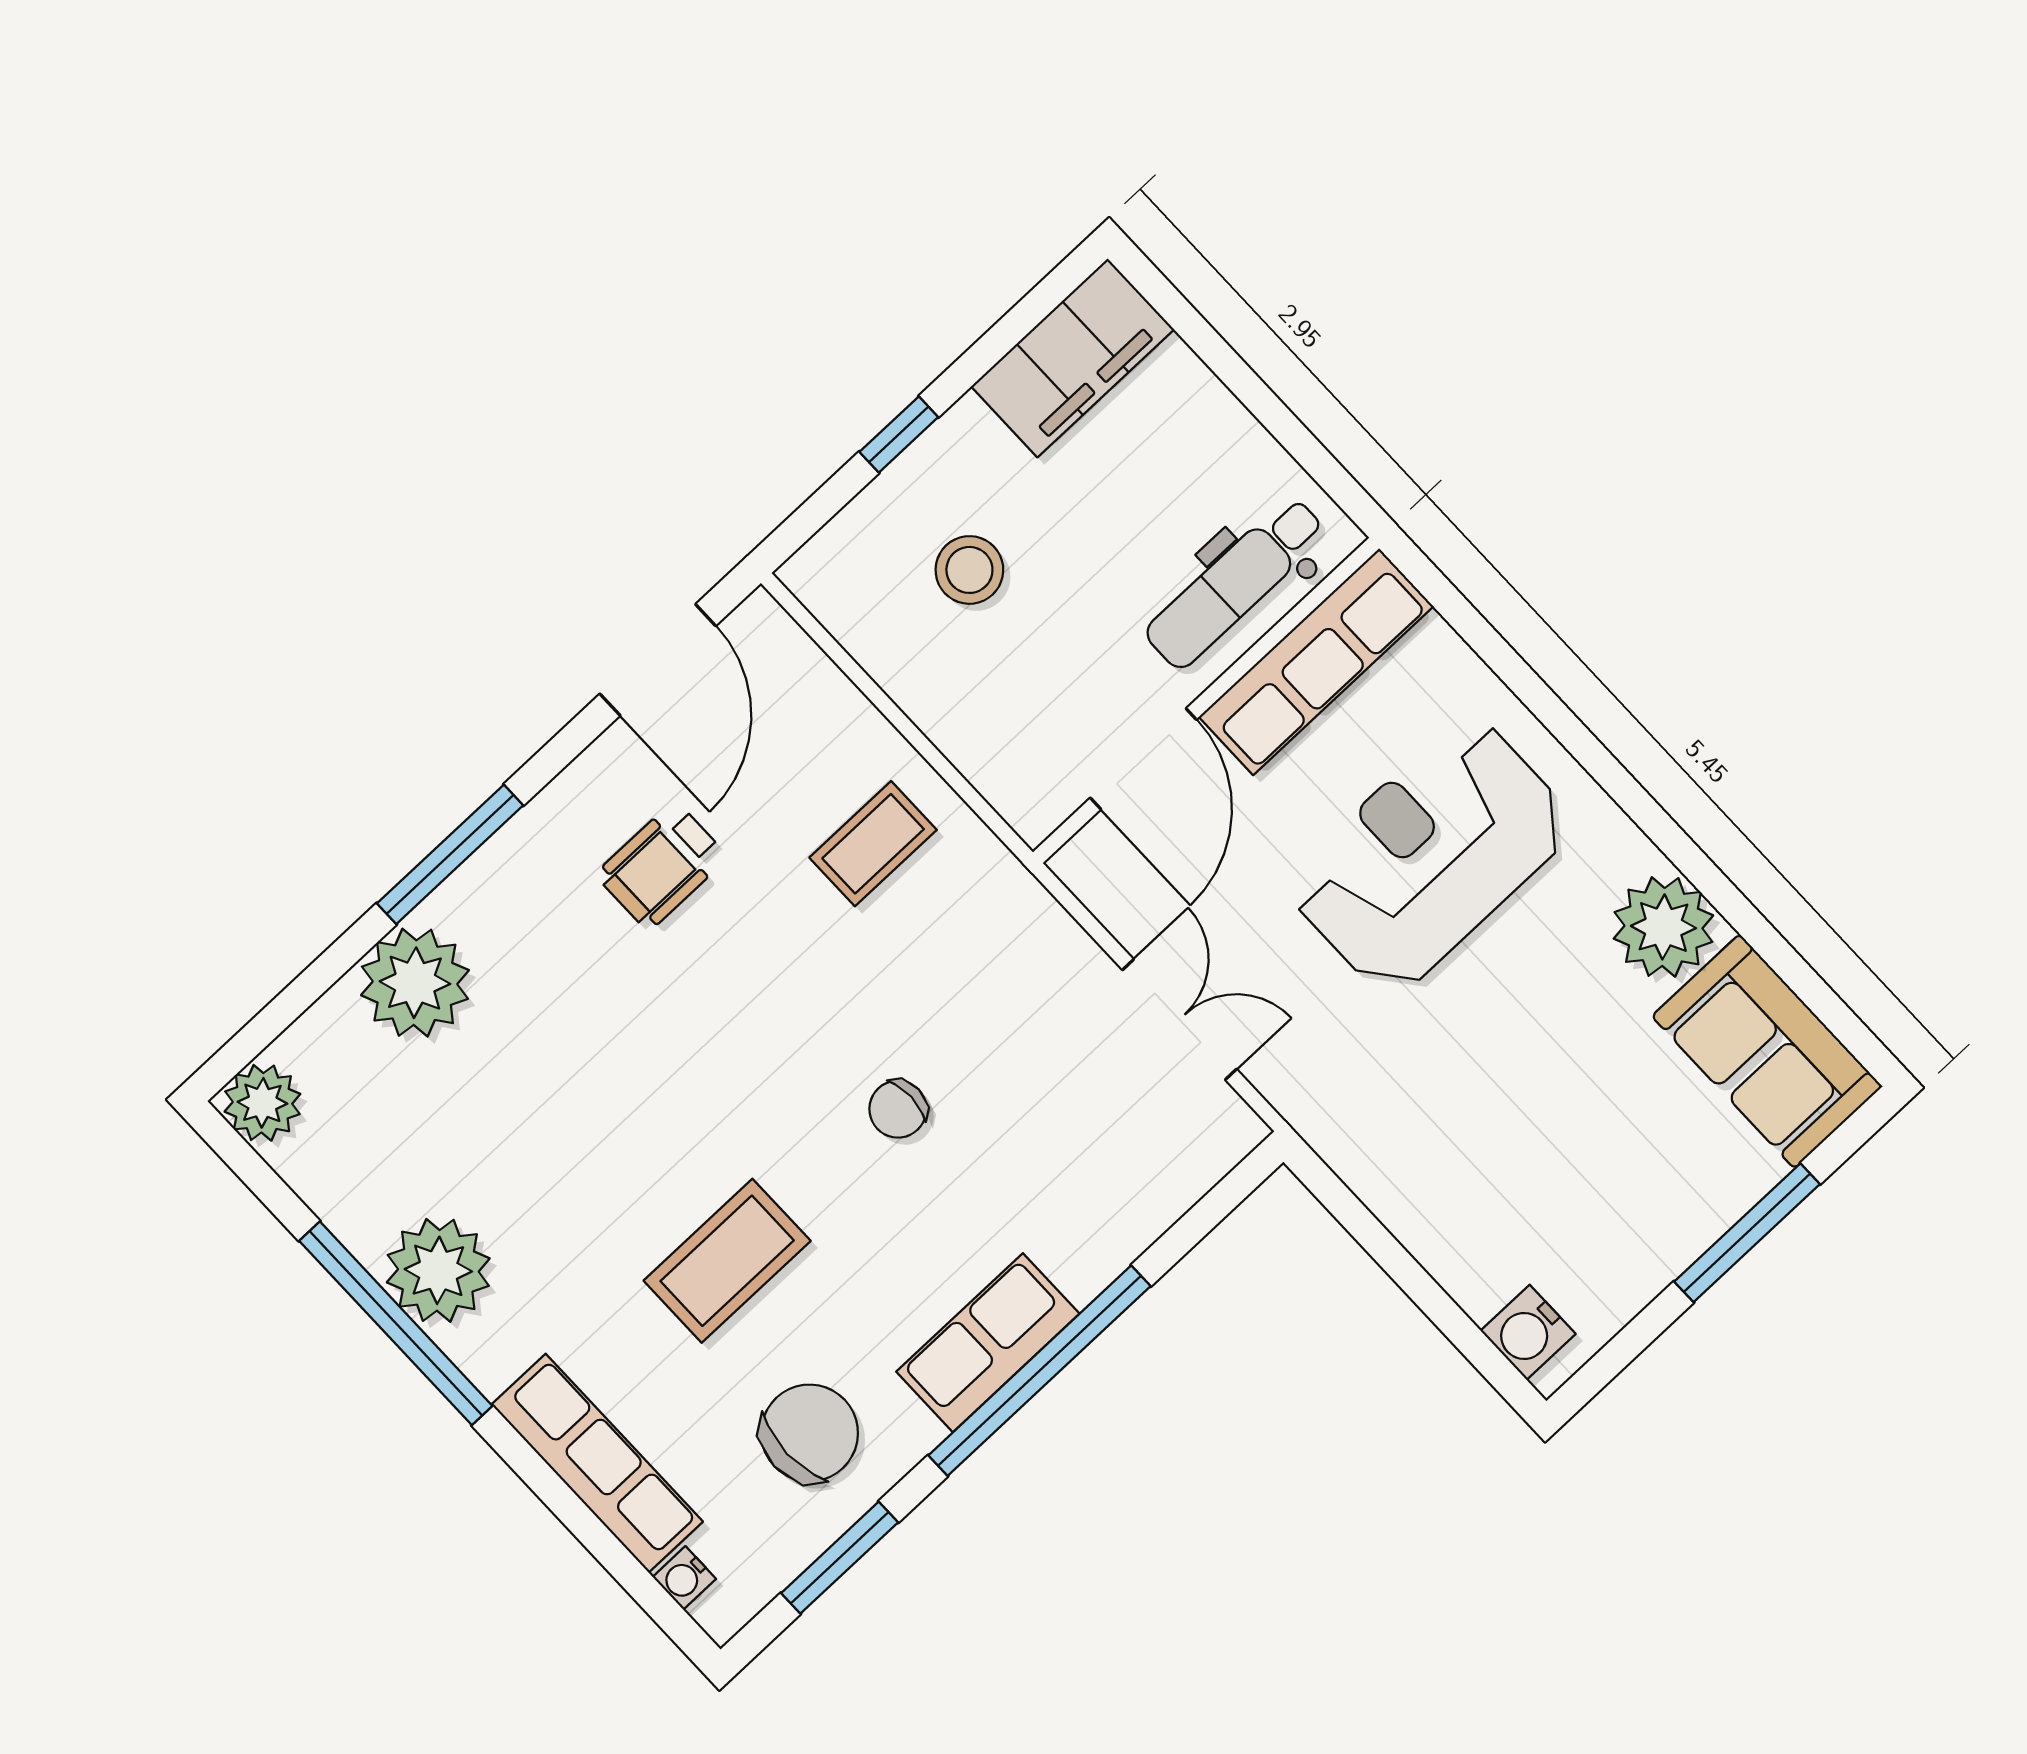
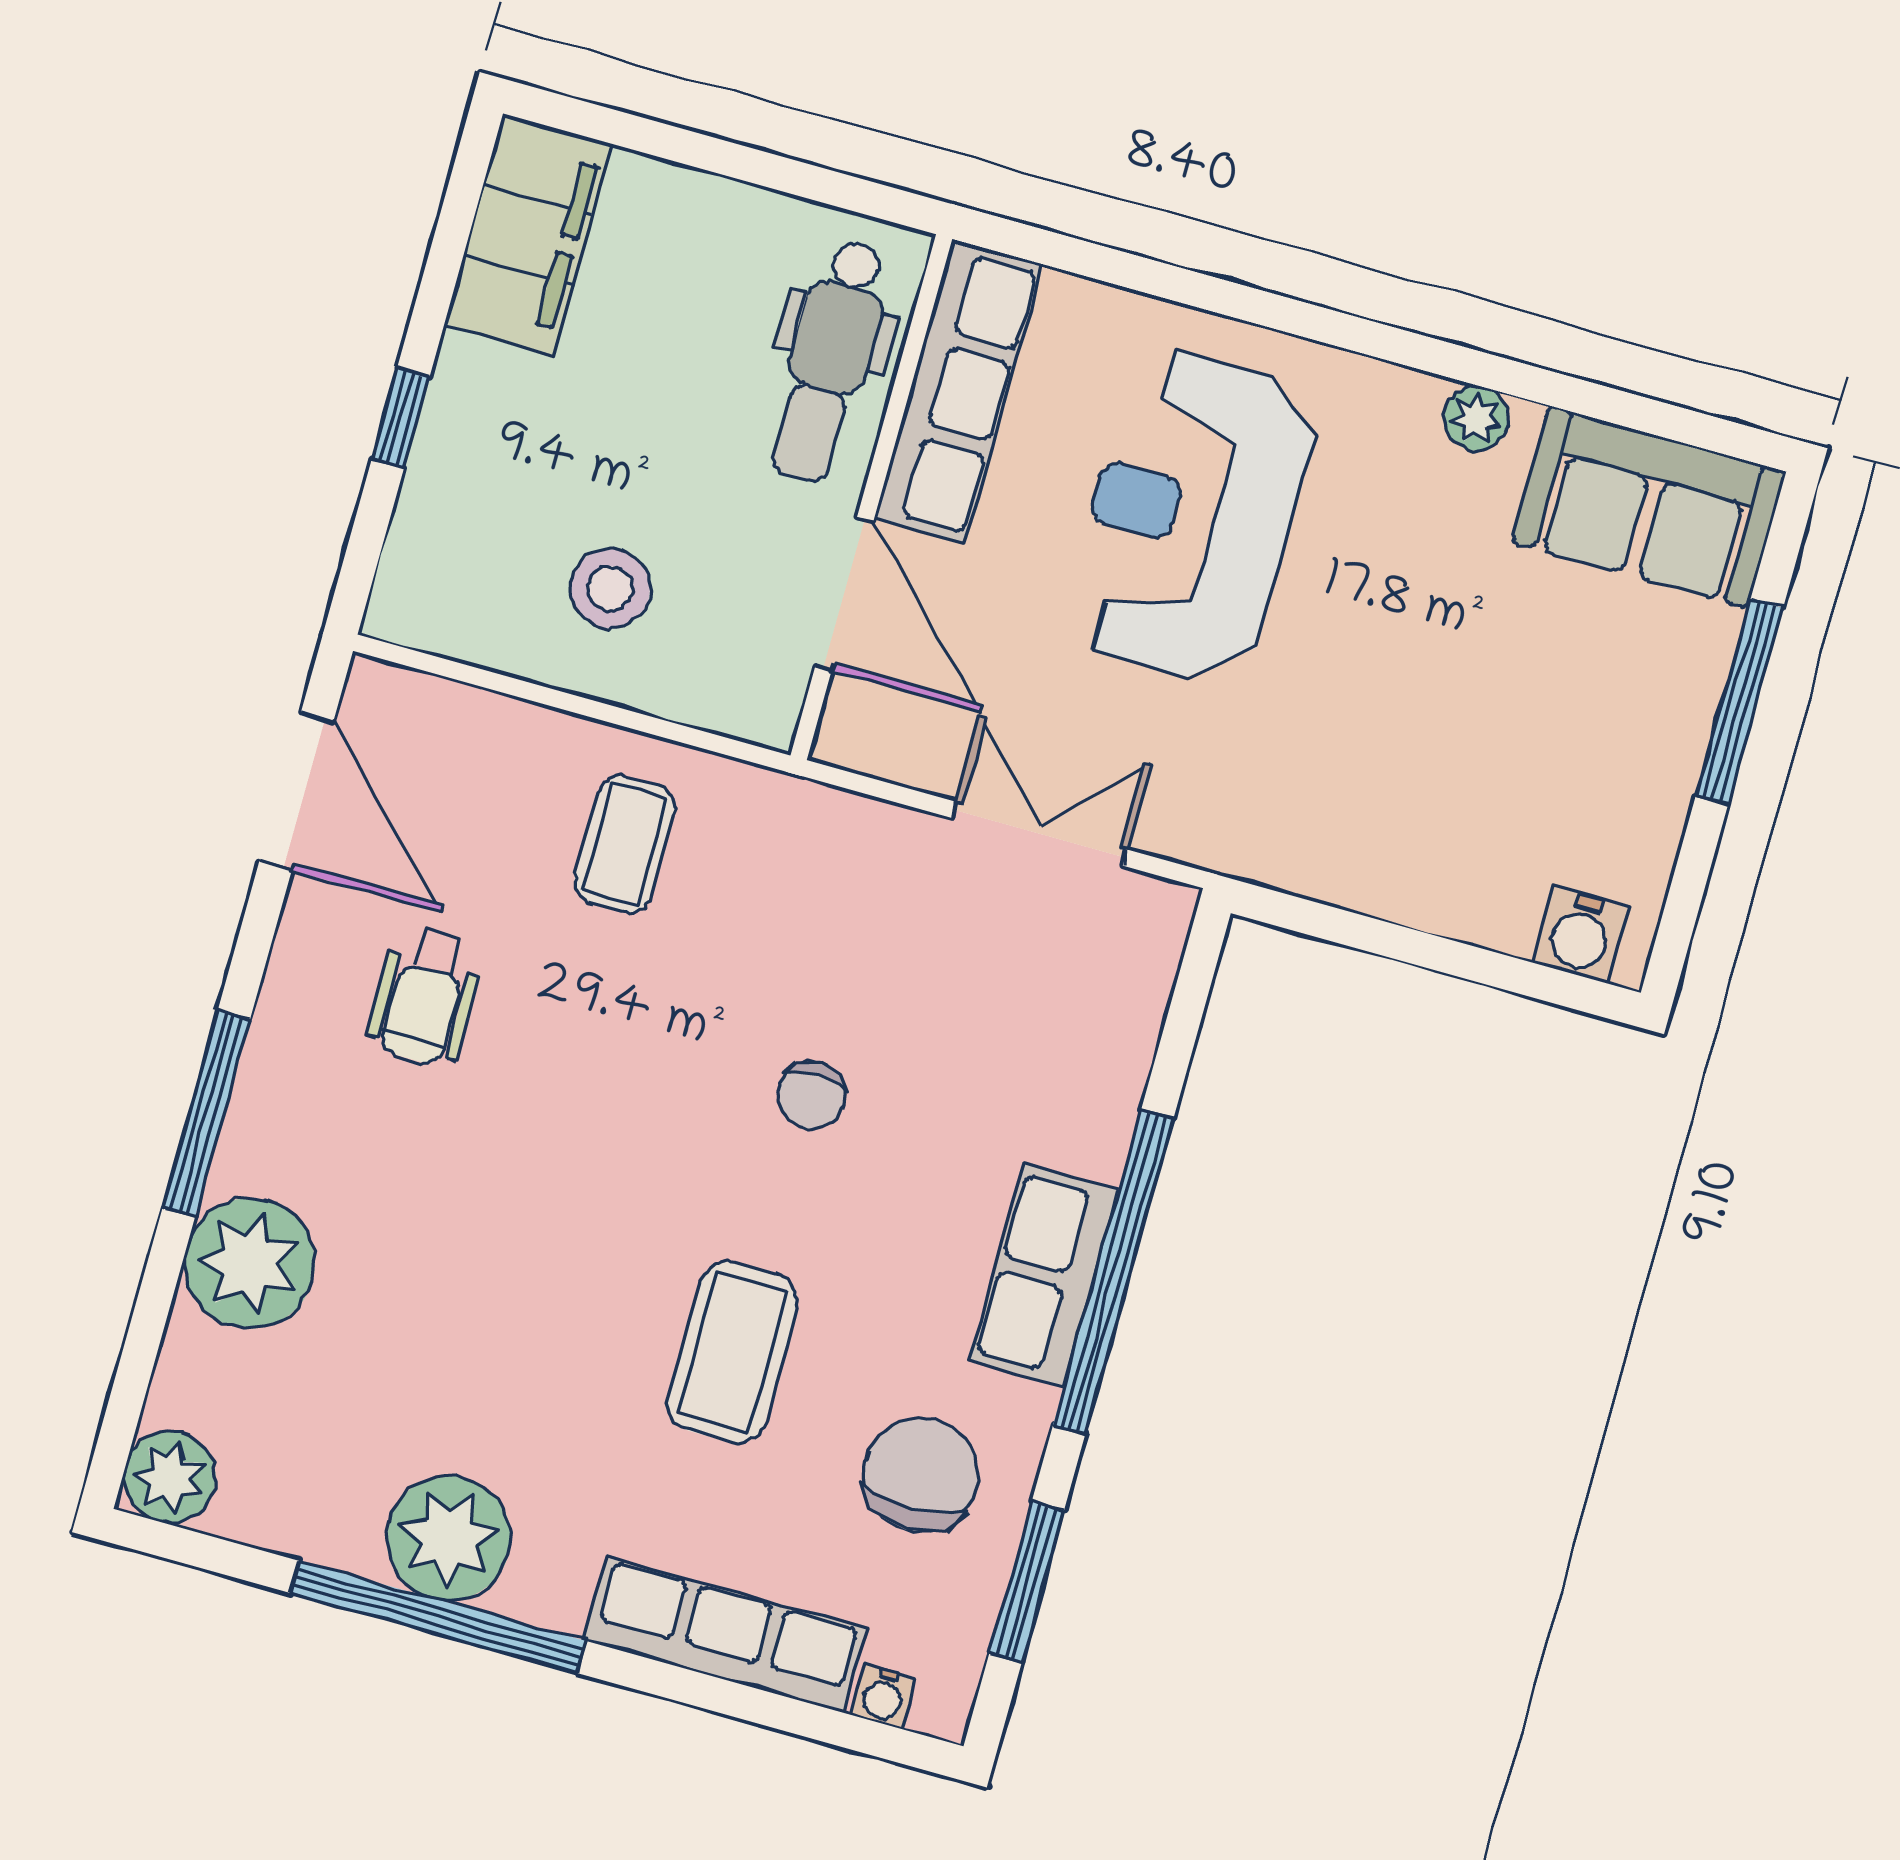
stool: (969, 570) -> (610, 588), moved
plant: (1663, 927) -> (1476, 418), width x0.53, depth x0.53

